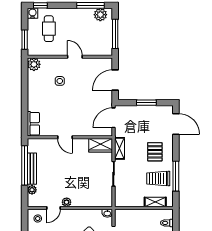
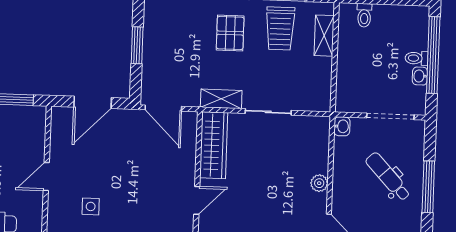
door: (115, 80) -> (93, 102), hinge flipped
wardrobe: (101, 145) -> (214, 145), width x1.50
pallet: (155, 152) -> (230, 33), turned 90
plant: (67, 202) -> (319, 183), moved

